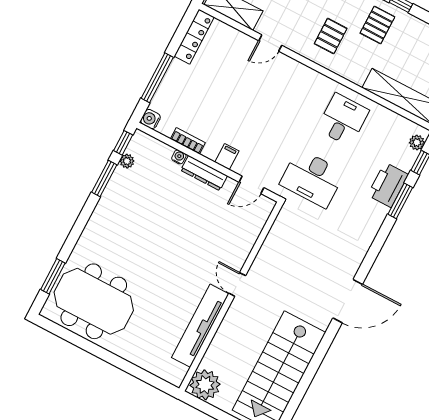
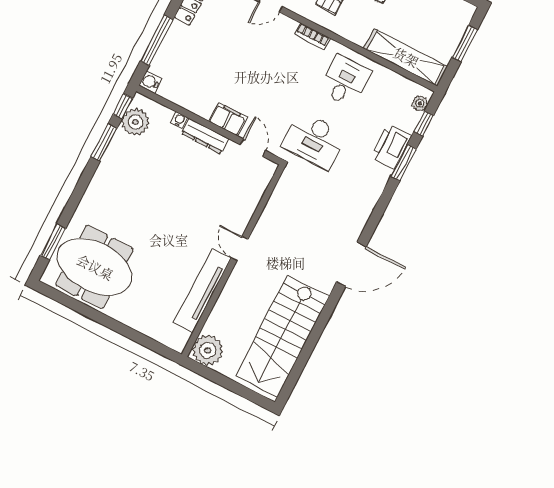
bookcase: (188, 141) -> (312, 36), moved, turned 180
filing cabinet: (227, 157) -> (228, 119), width x2.00
plant: (127, 161) -> (135, 122), width x1.87, depth x1.87
door: (251, 185) -> (253, 148), swing flipped

